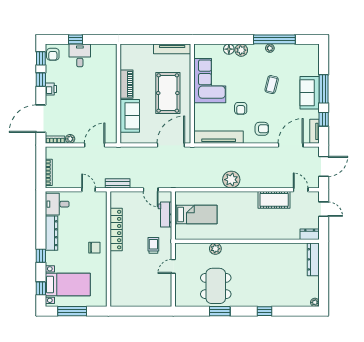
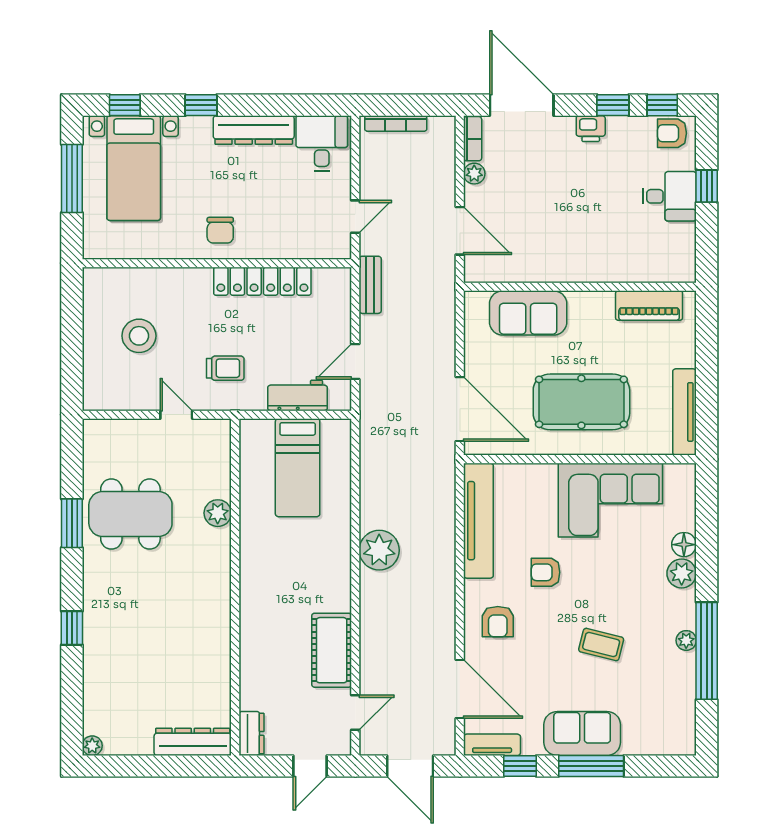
piano: (127, 84) -> (649, 306), moved
stool: (140, 282) -> (139, 336), added

